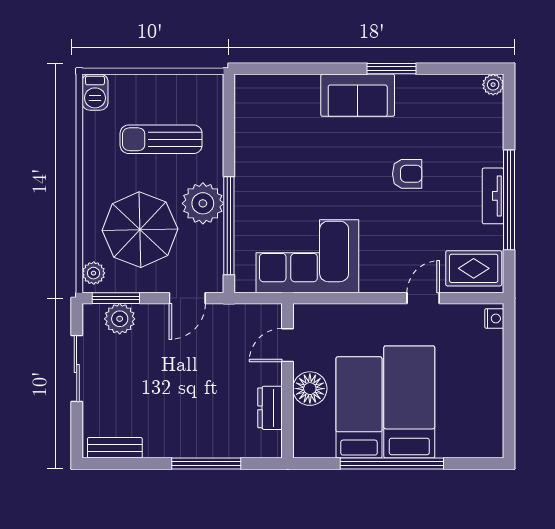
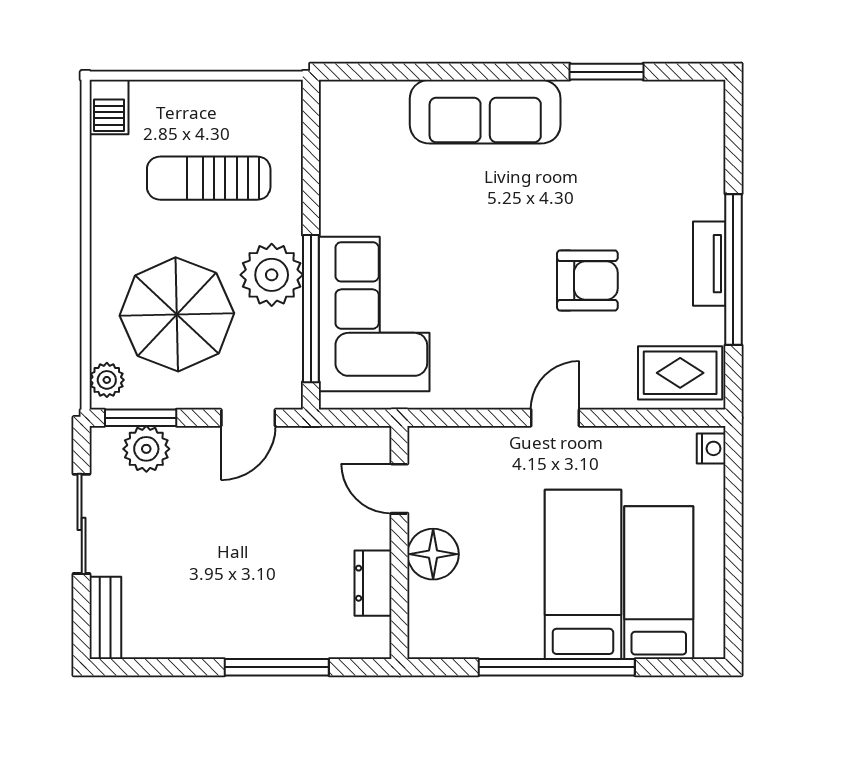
window: (392, 69) -> (606, 72), moved
plant: (493, 85) -> (709, 96), removed
sofa: (358, 95) -> (485, 112), width x1.36
armchair: (407, 174) -> (587, 281), moved, width x1.38, depth x1.38
corner sofa: (307, 256) -> (374, 314), moved, turned 90
door: (423, 298) -> (555, 418), moved
door: (288, 345) -> (399, 489), hinge flipped
bed: (359, 407) -> (659, 583), moved
bench: (115, 448) -> (105, 618), moved, turned 90

